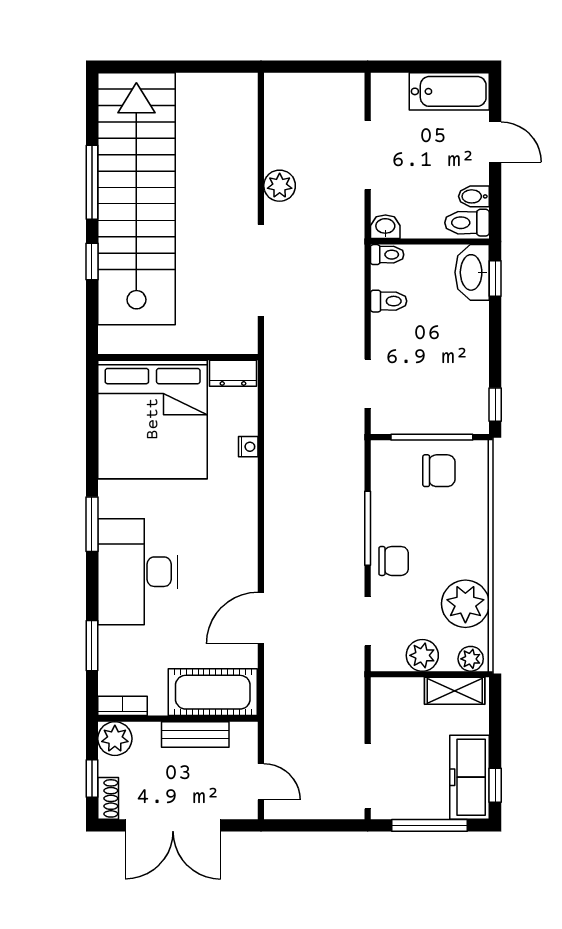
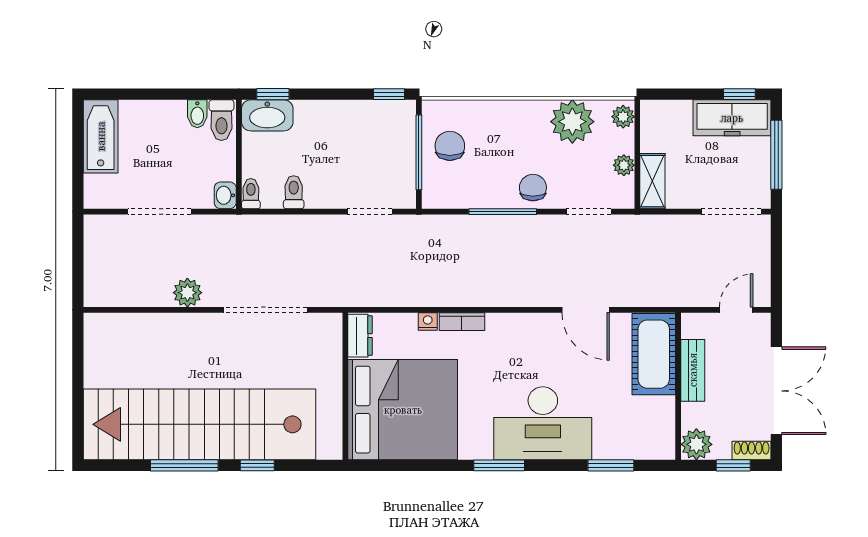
door: (495, 142) -> (147, 94), removed
plant: (422, 655) -> (624, 165), width x0.73, depth x0.73
shelving: (455, 691) -> (652, 181), moved
bookcase: (122, 706) -> (462, 322), moved, turned -90

